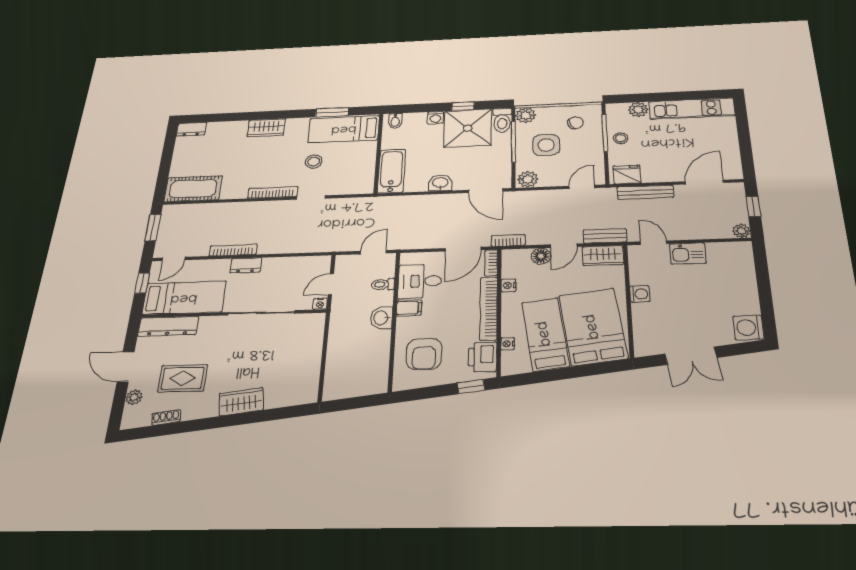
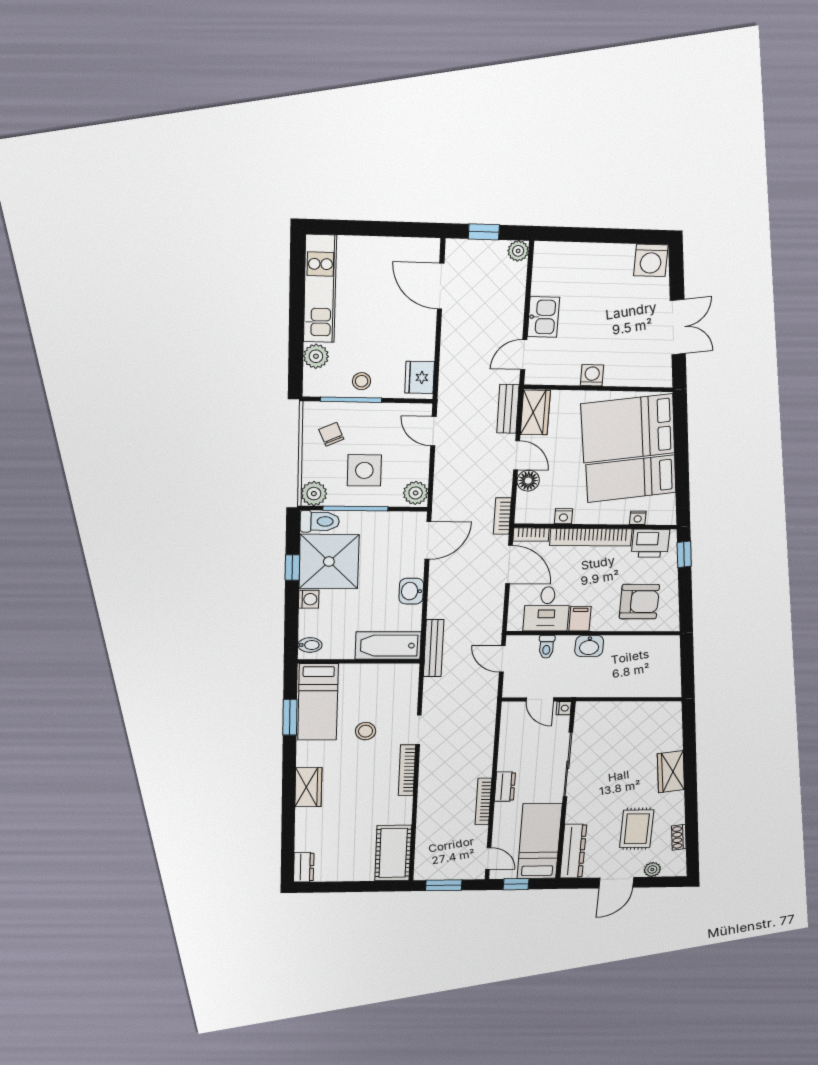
bench: (645, 192) -> (434, 648), moved

